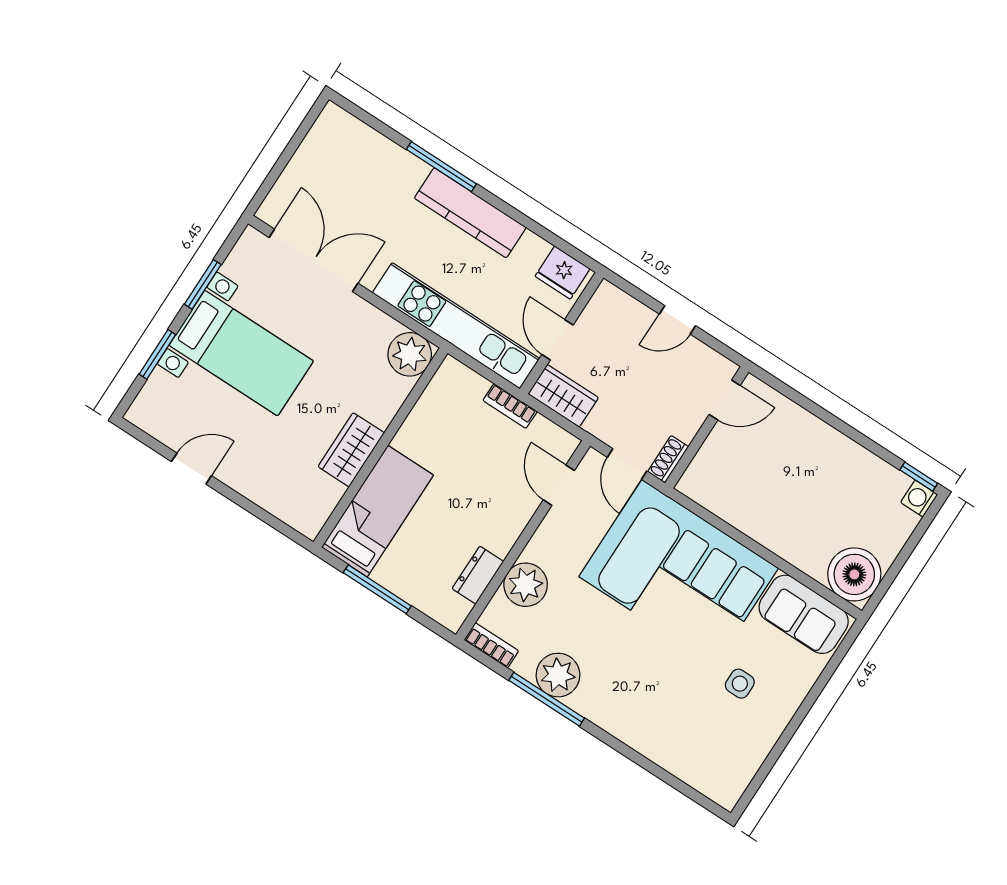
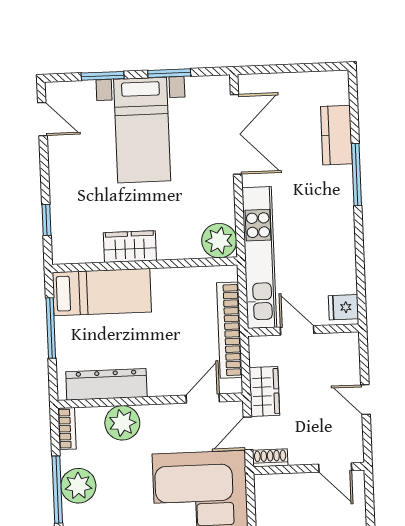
kitchen counter: (470, 213) -> (336, 135), moved, width x0.67
fridge: (562, 273) -> (343, 307), width x0.72
door: (558, 340) -> (297, 330), hinge flipped
wardrobe: (563, 396) -> (264, 391), moved
bookcase: (510, 406) -> (229, 330), width x2.31, depth x1.31
door: (191, 469) -> (42, 119), moved
window: (264, 516) -> (46, 220), added
dresser: (478, 575) -> (106, 384), width x1.96, depth x1.24

